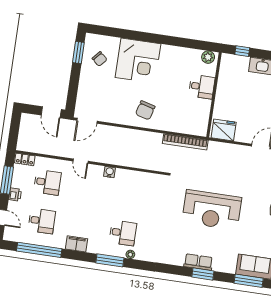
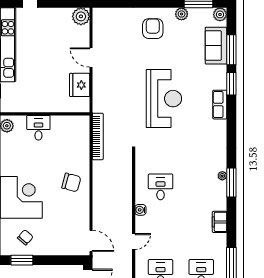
fridge: (224, 130) -> (80, 85), moved
desk: (123, 233) -> (161, 187), moved
filing cabinet: (77, 244) -> (220, 222), moved
window: (110, 260) -> (231, 183), moved
window: (203, 274) -> (231, 84), moved

